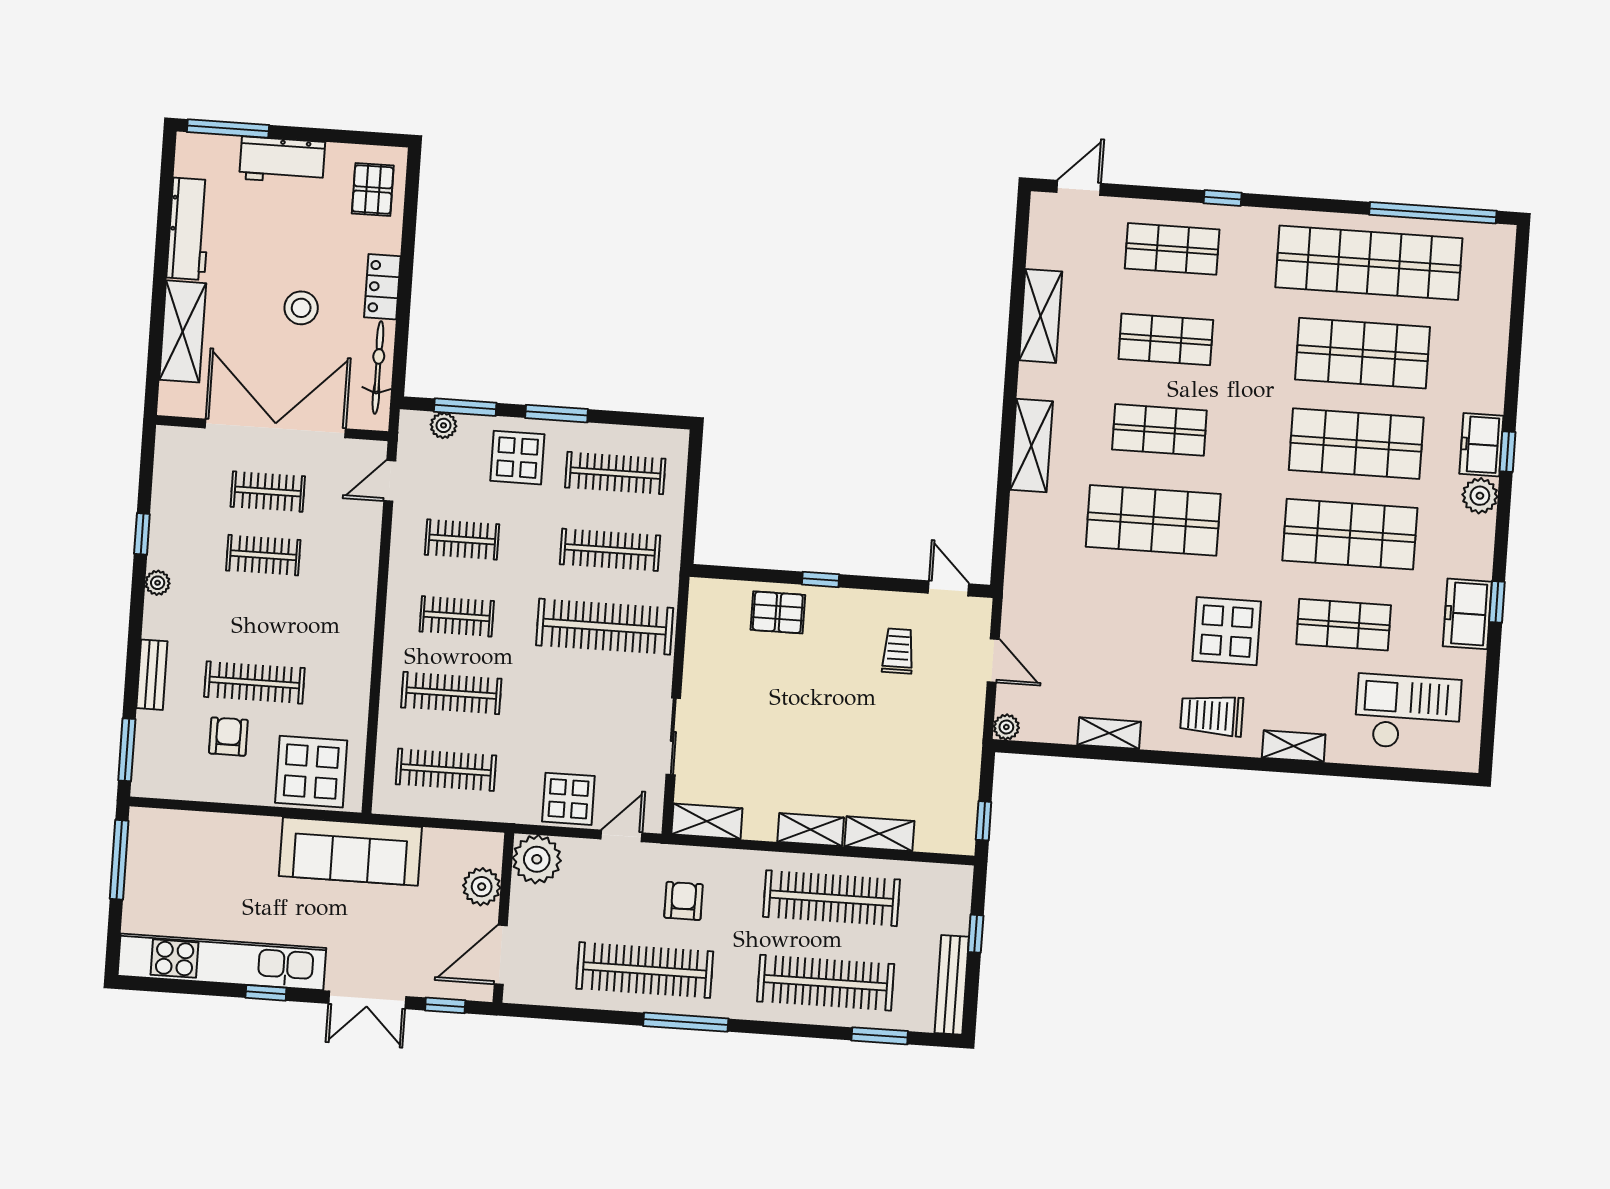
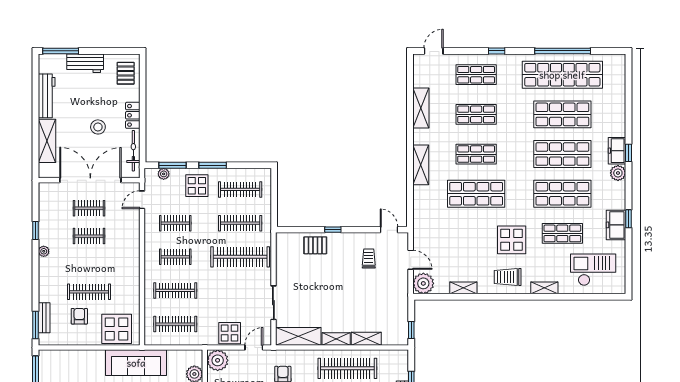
window: (1433, 213) -> (563, 51), moved
bench: (152, 675) -> (44, 318), moved
plant: (1006, 727) -> (423, 283), width x1.88, depth x1.88
shelving: (707, 821) -> (298, 336), width x1.50, depth x1.33

